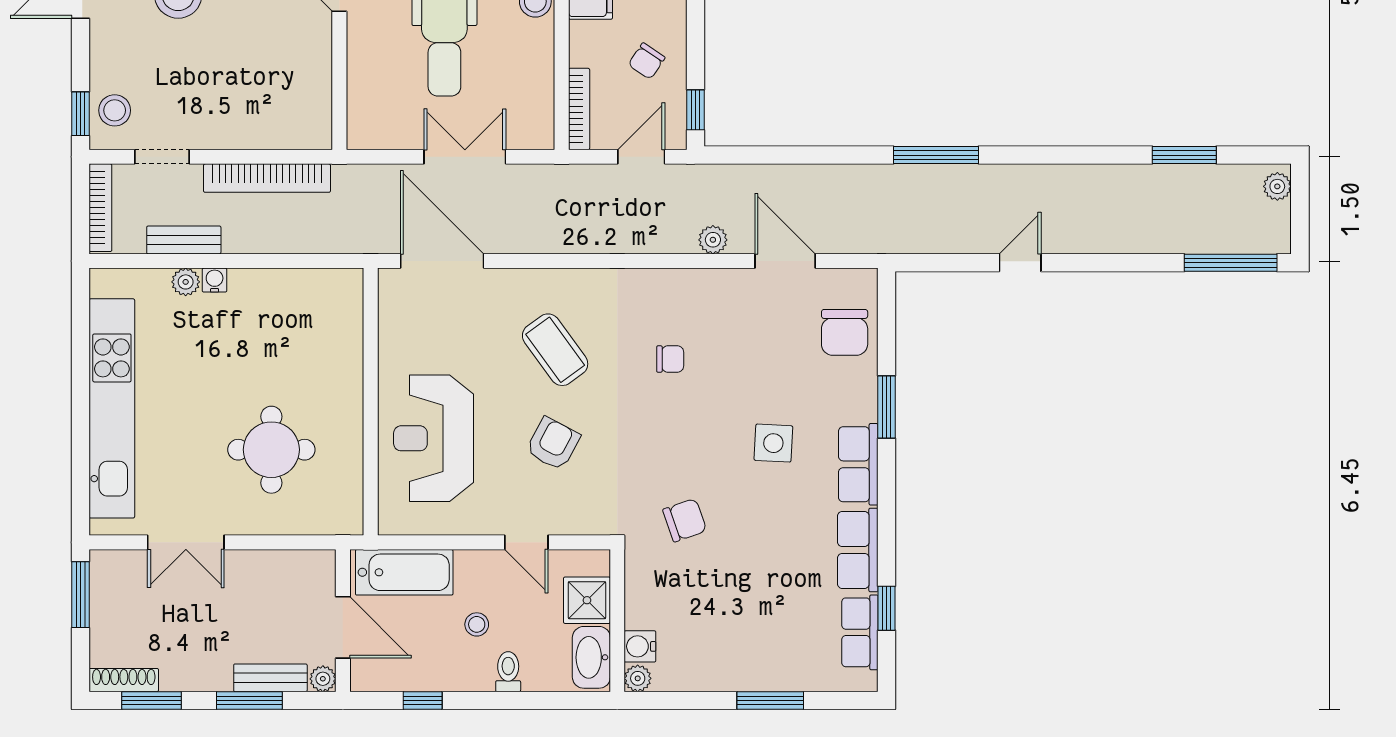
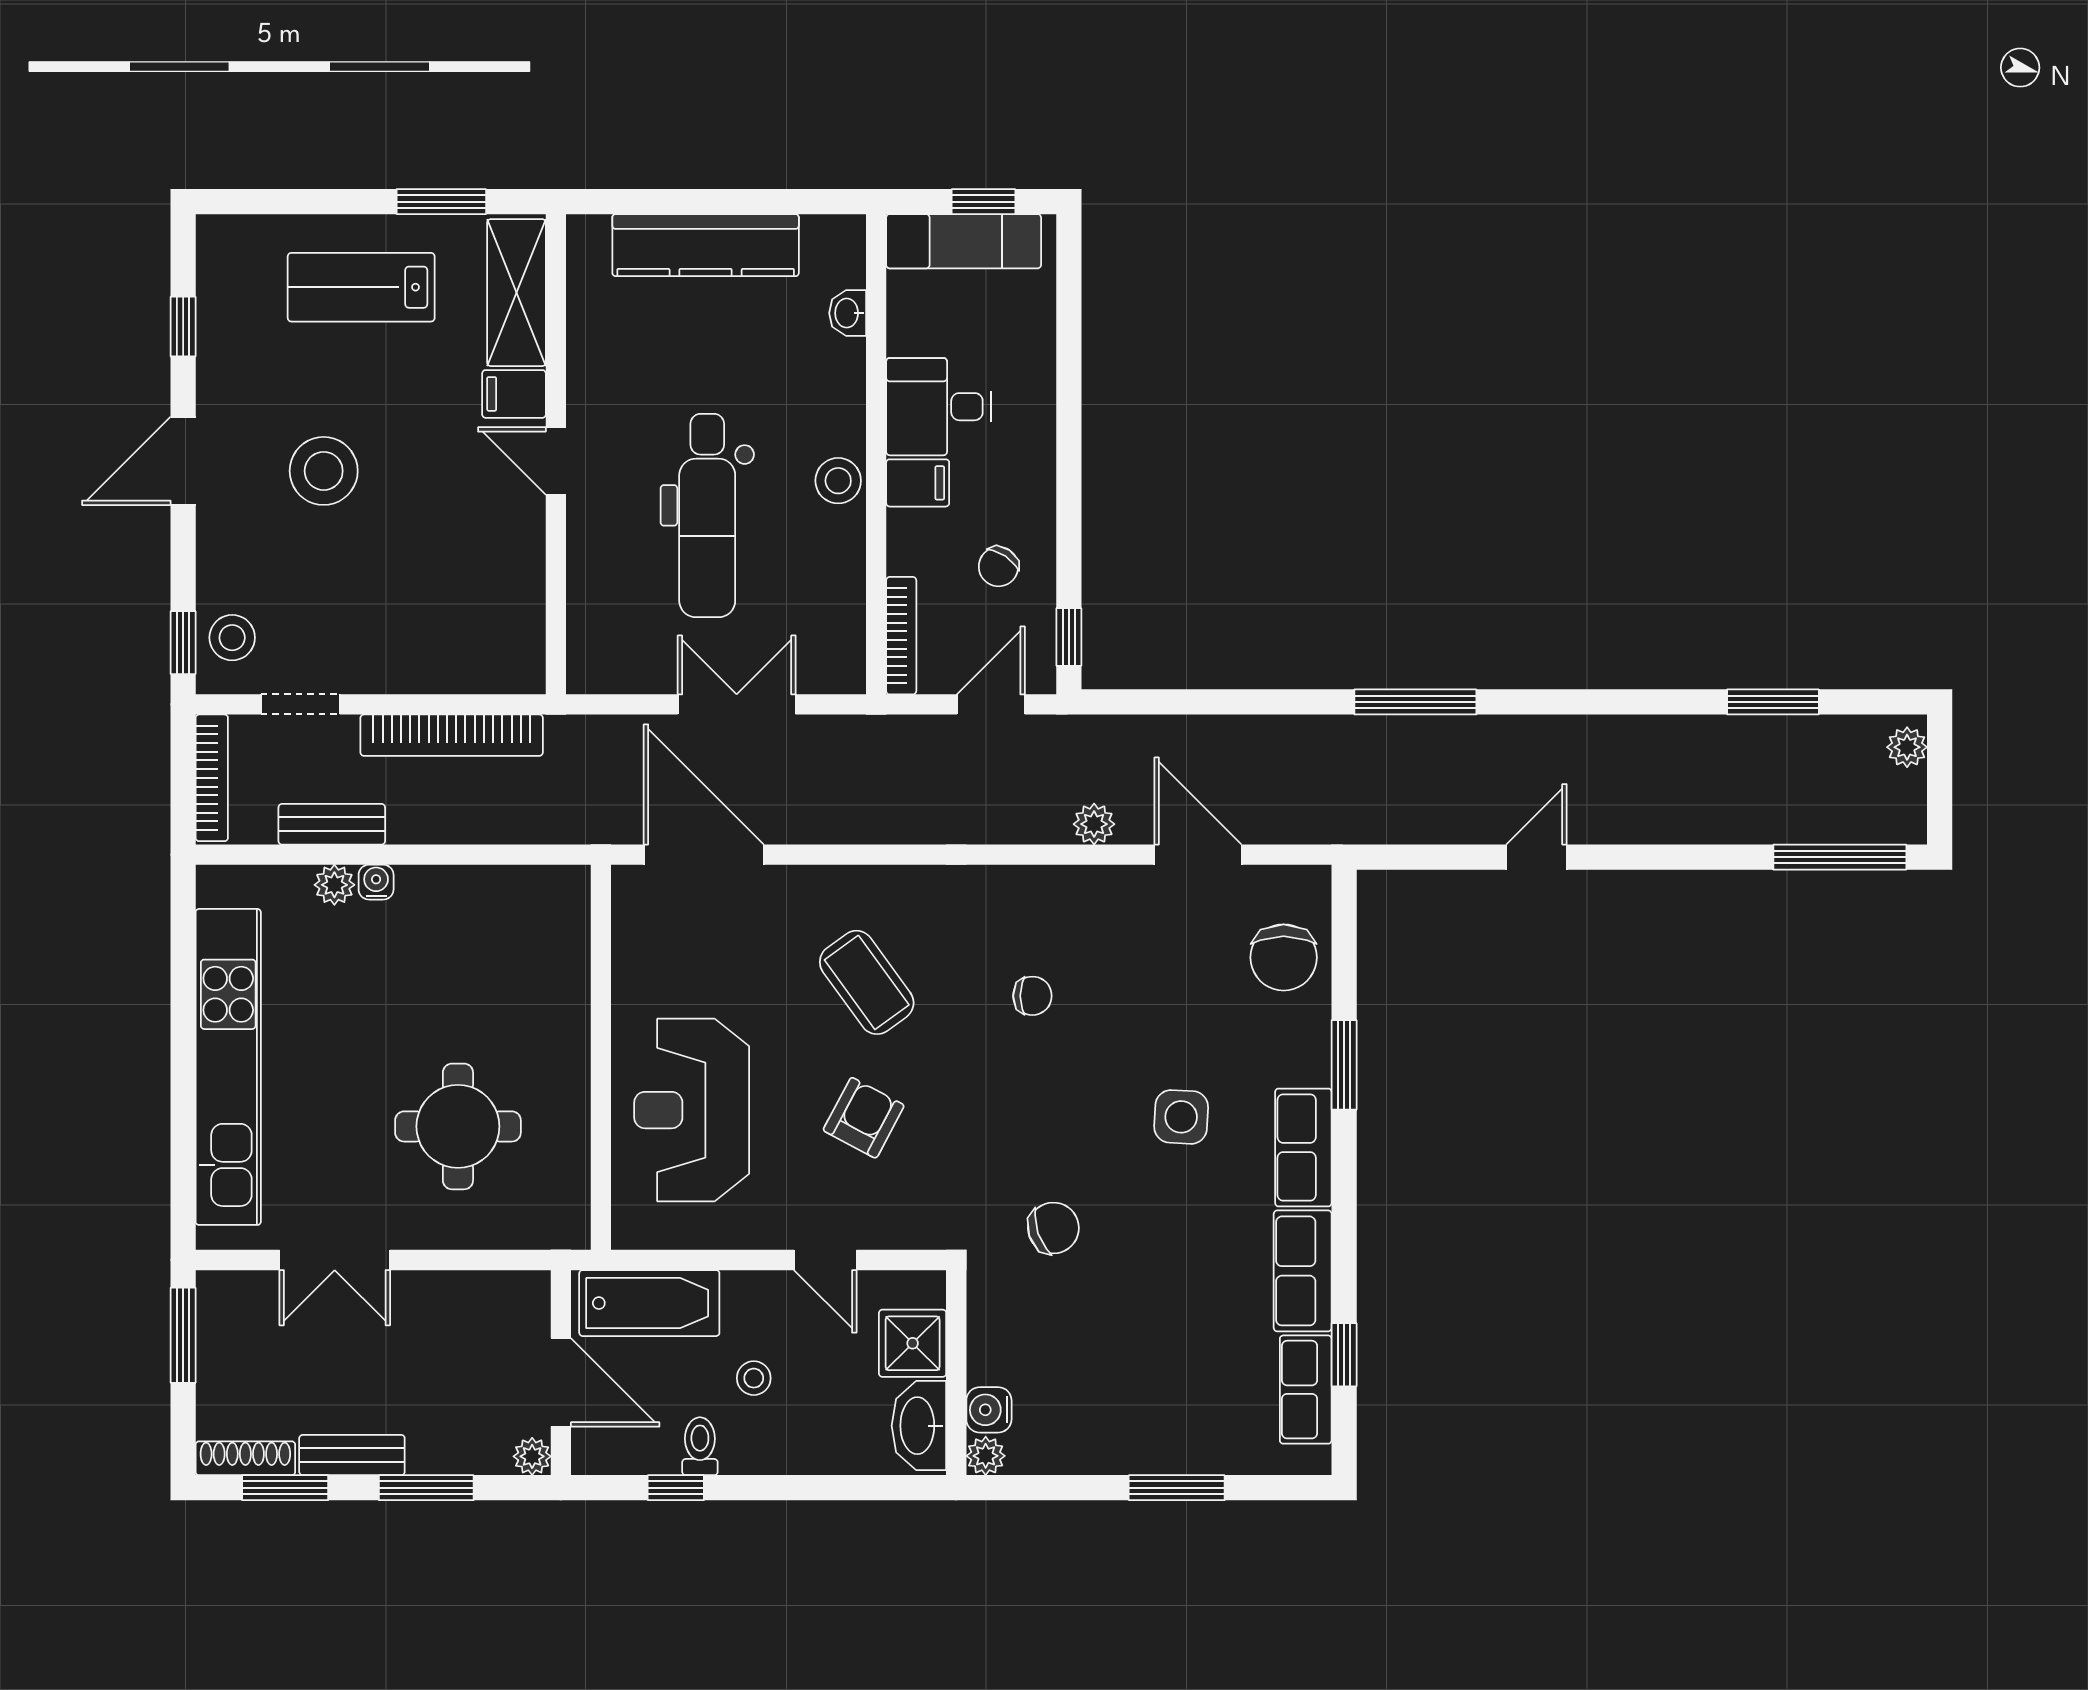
toilet: (508, 672) -> (700, 1446), moved
bench: (270, 678) -> (352, 1455), moved

